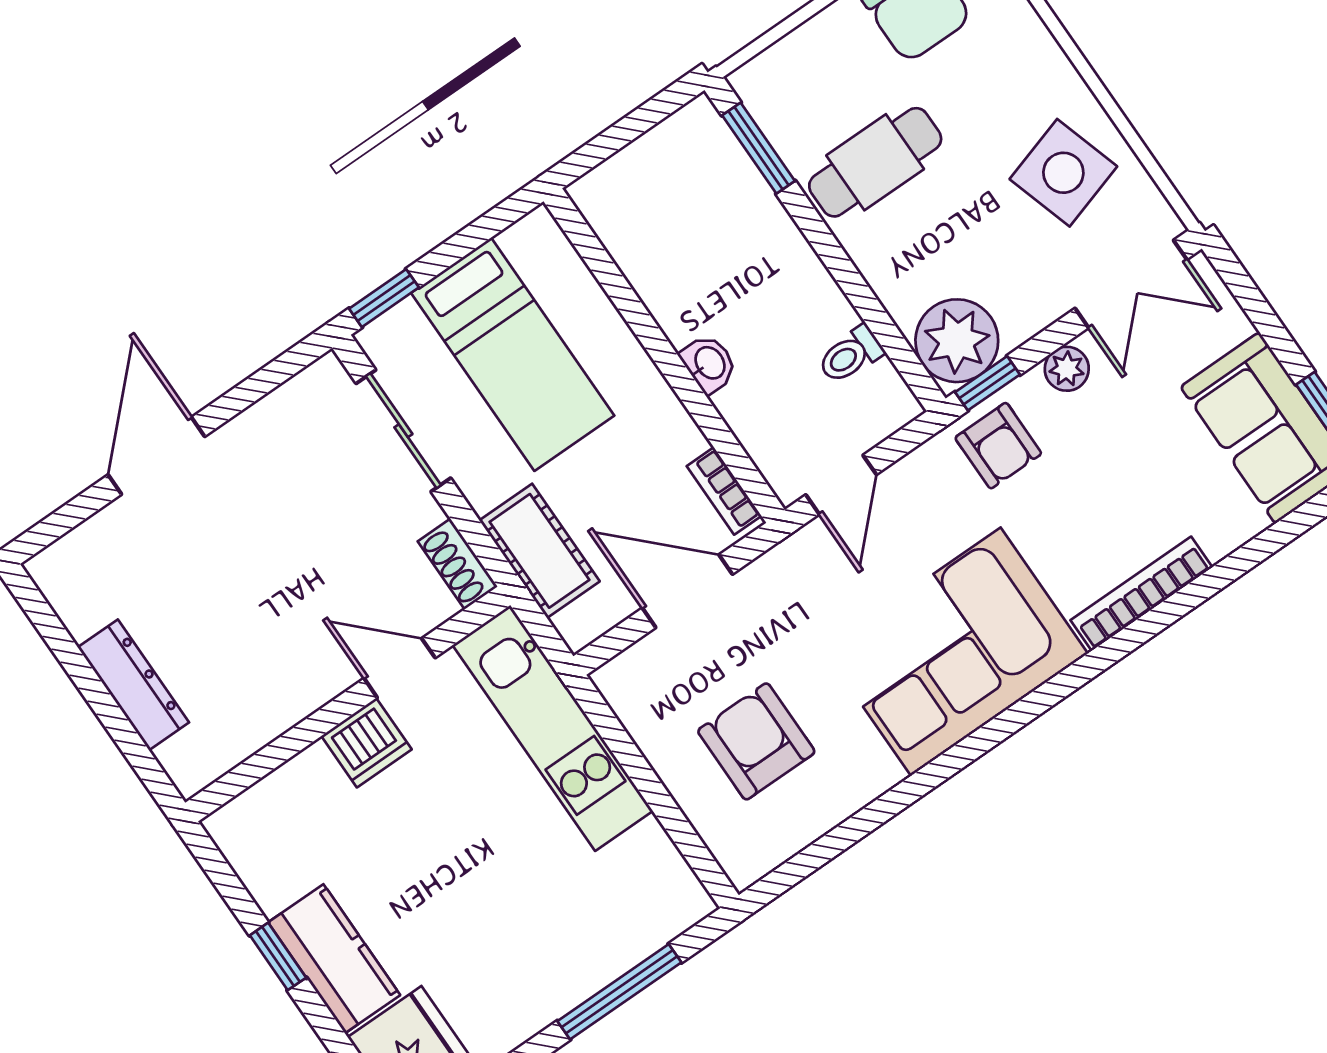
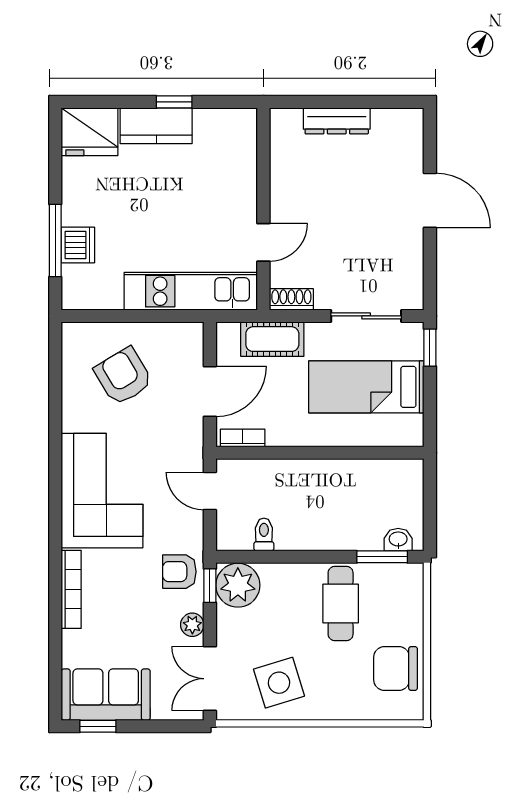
washbasin: (709, 364) -> (398, 540), moved, turned 180
armchair: (756, 741) -> (123, 376), turned -121
dishwasher: (366, 743) -> (78, 245), moved, turned 180

